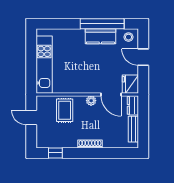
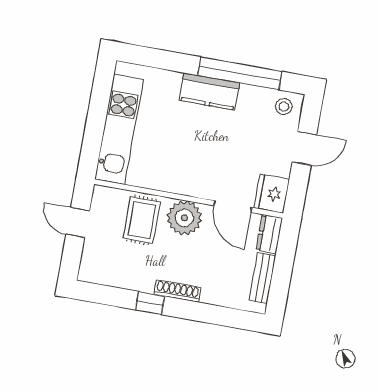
kitchen counter: (100, 36) -> (209, 92), moved
door: (143, 57) -> (304, 148), swing flipped
plant: (91, 101) -> (184, 218), width x1.88, depth x1.88
window: (55, 153) -> (150, 303), moved

